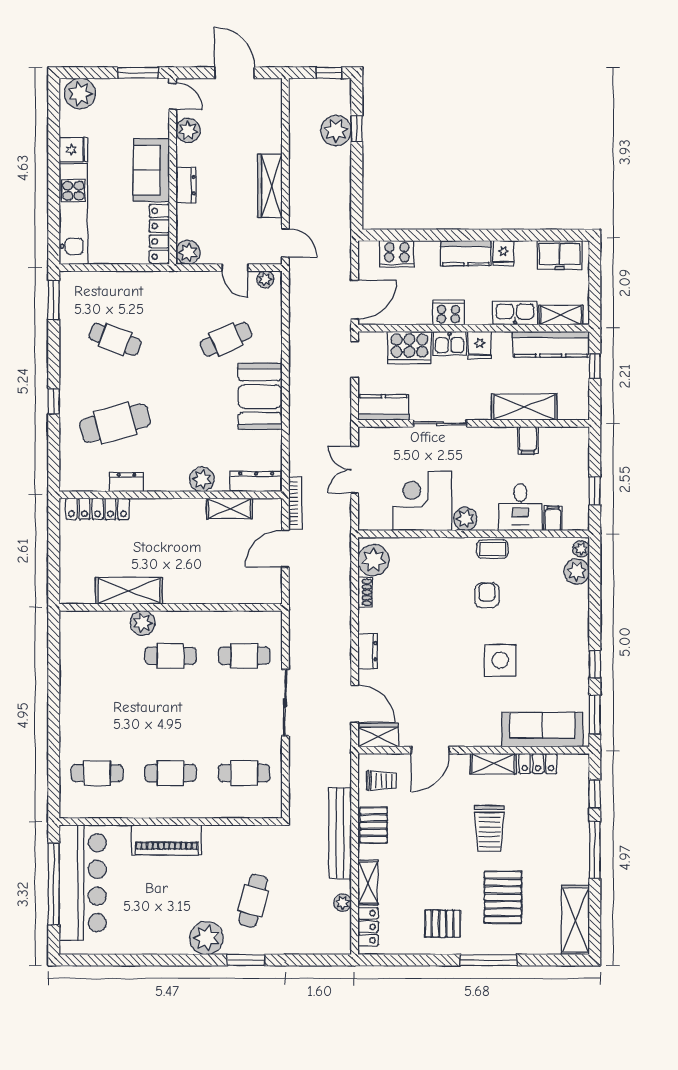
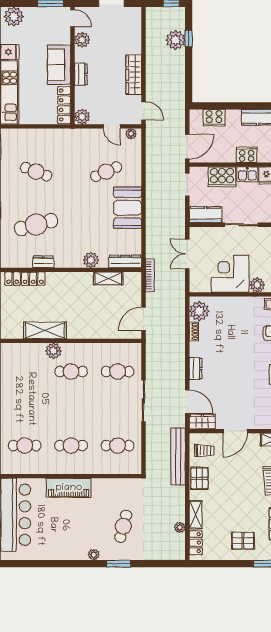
door: (285, 549) -> (144, 319), moved
bench: (340, 833) -> (178, 456), moved
plant: (206, 938) -> (94, 555), width x0.53, depth x0.53

